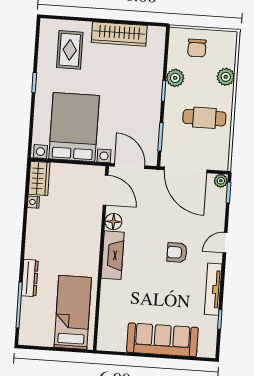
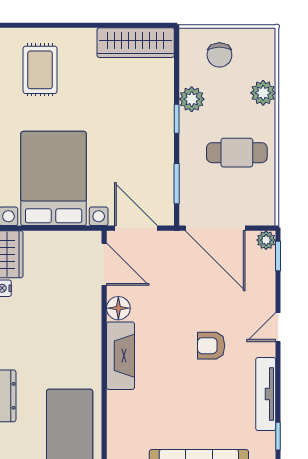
wardrobe: (119, 34) -> (136, 43), moved

